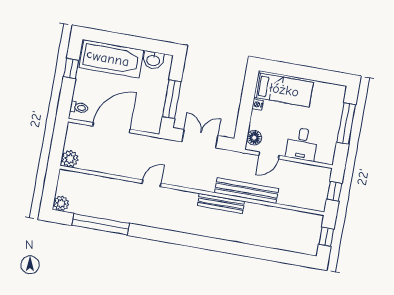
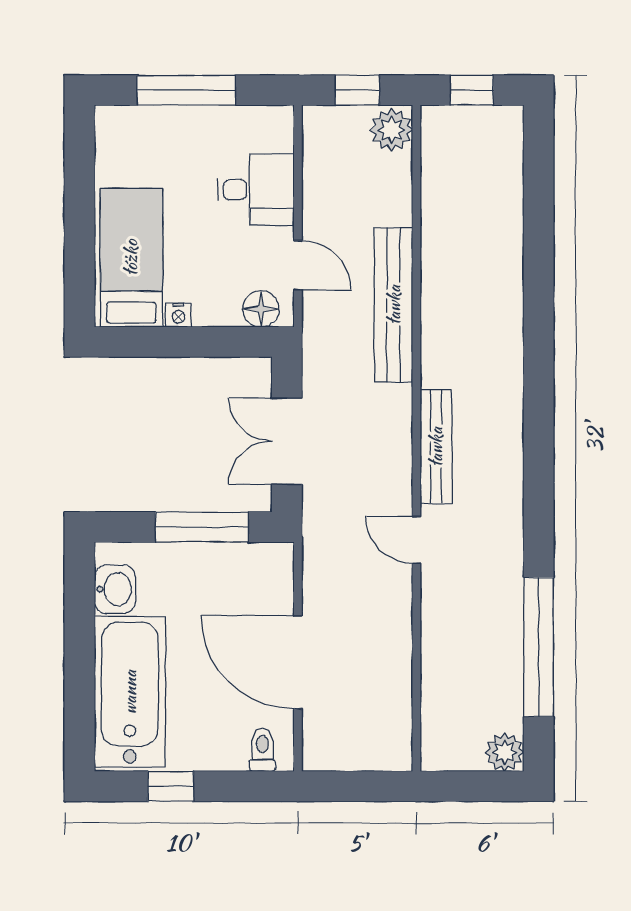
plant: (70, 159) -> (392, 130), moved
bench: (221, 203) -> (436, 447), moved

